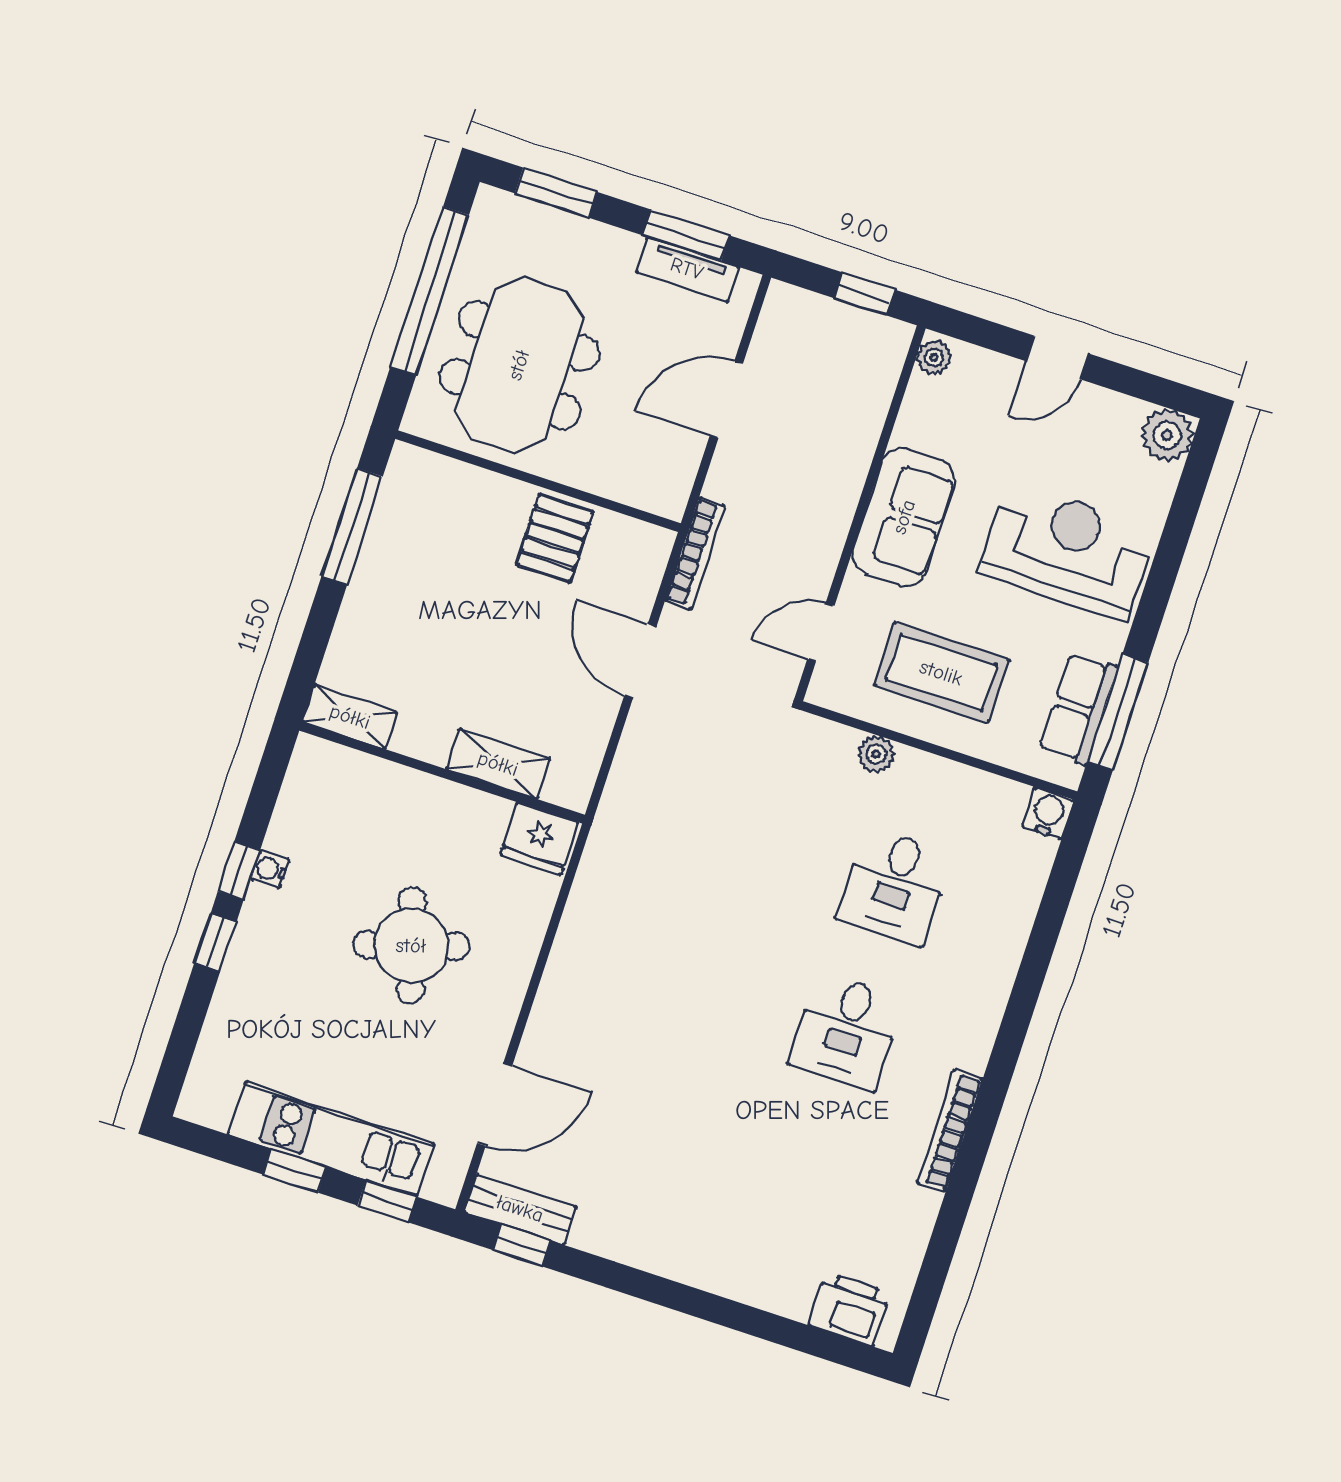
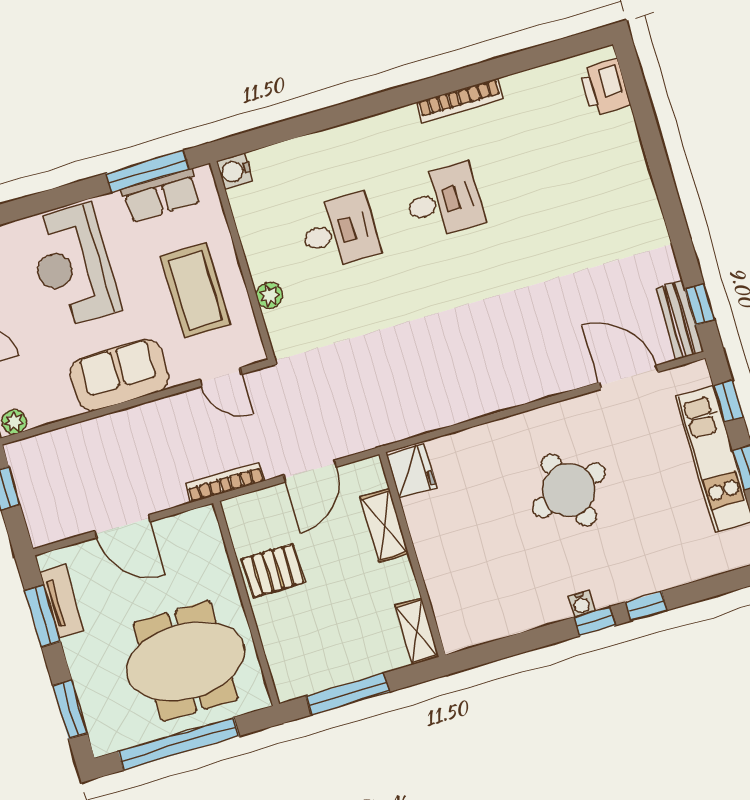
shelving: (350, 717) -> (417, 631), moved
shelving: (498, 764) -> (384, 525), moved
wall: (442, 773) -> (412, 555), moved
fridge: (539, 838) -> (412, 471), moved

